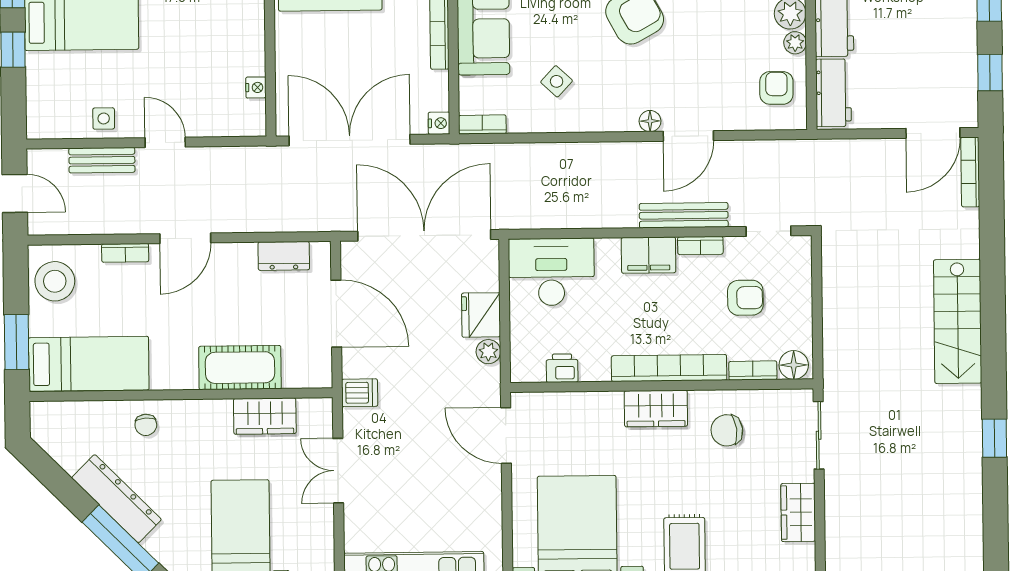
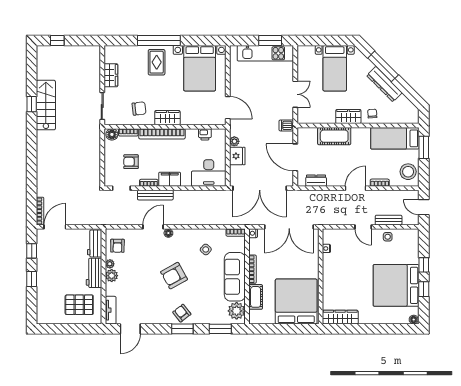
stairs: (958, 321) -> (46, 105), moved
wardrobe: (265, 416) -> (348, 117), moved

